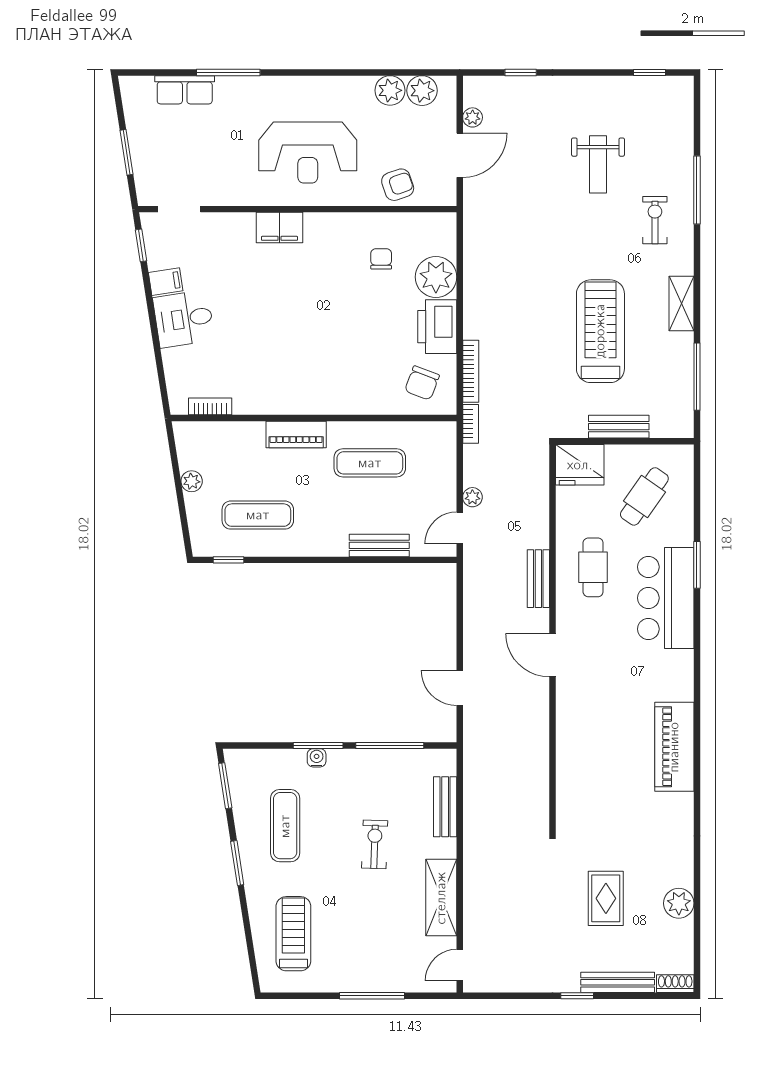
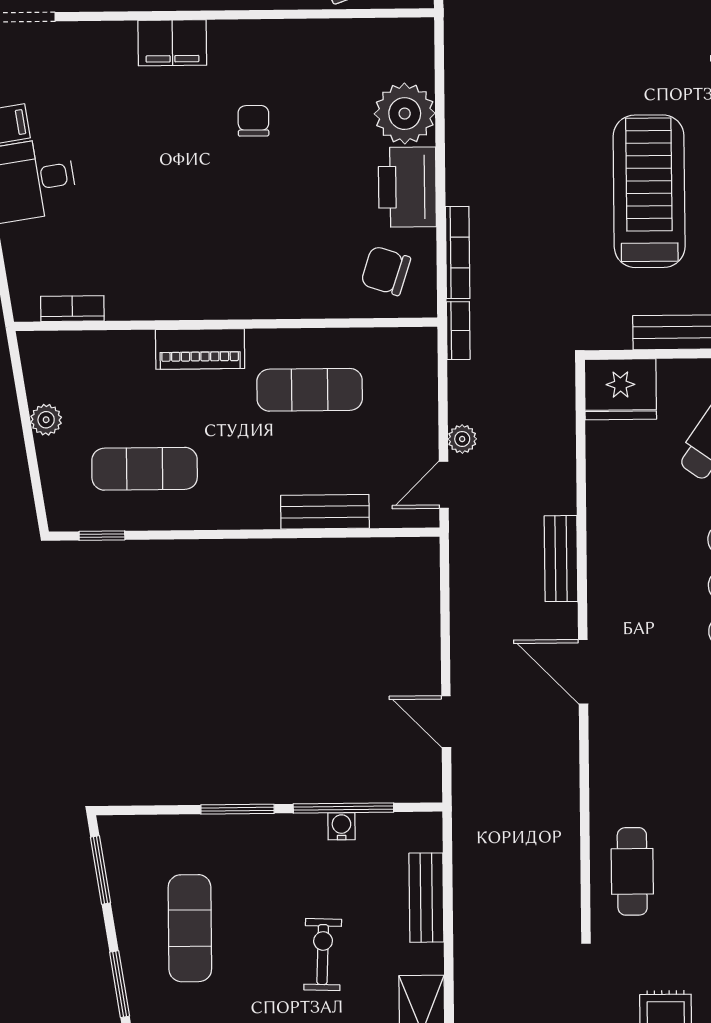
chair: (381, 259) -> (253, 121), moved
chair: (422, 383) -> (386, 271), turned 87
cafe table: (593, 567) -> (632, 871), moved
water cooler: (317, 758) -> (341, 826), moved

